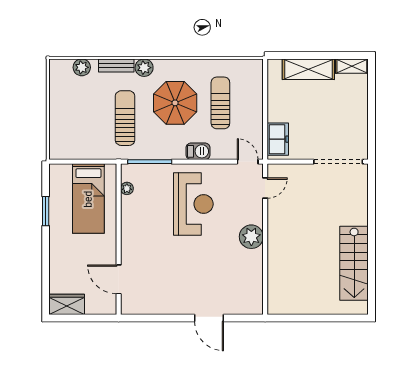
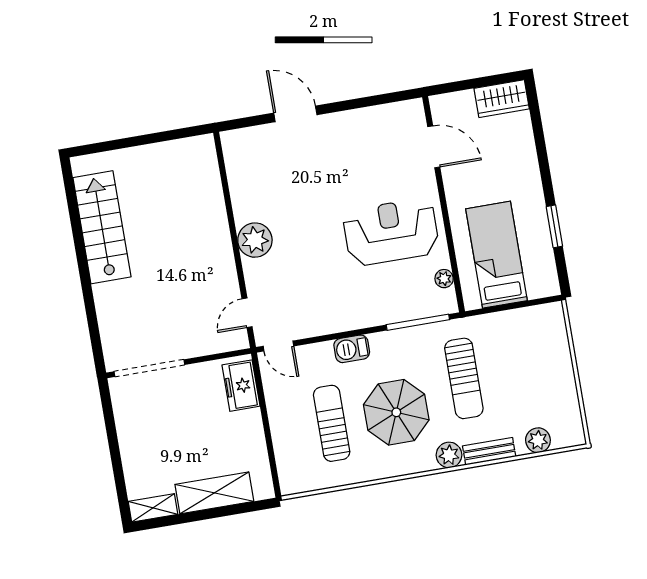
sun lounger: (220, 103) -> (332, 423), turned 180
reception desk: (193, 204) -> (391, 232), moved, turned 90

